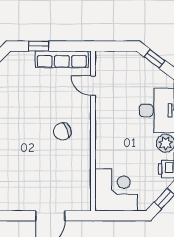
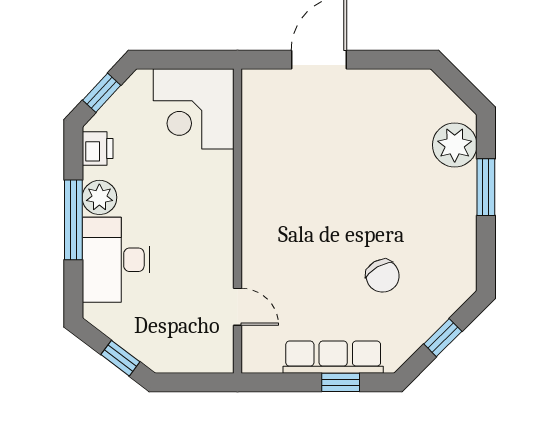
row of seats: (62, 59) -> (333, 357), moved
chair: (62, 131) -> (383, 276), moved, turned 82

